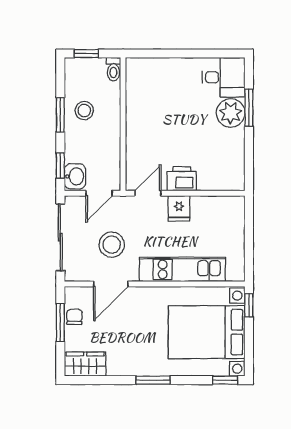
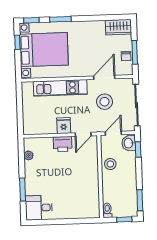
stool: (84, 111) -> (110, 164), moved
plant: (231, 113) -> (29, 155), moved, width x0.53, depth x0.53
window: (60, 115) -> (140, 200), moved
window: (249, 305) -> (17, 42), moved
window: (153, 380) -> (60, 19), moved

